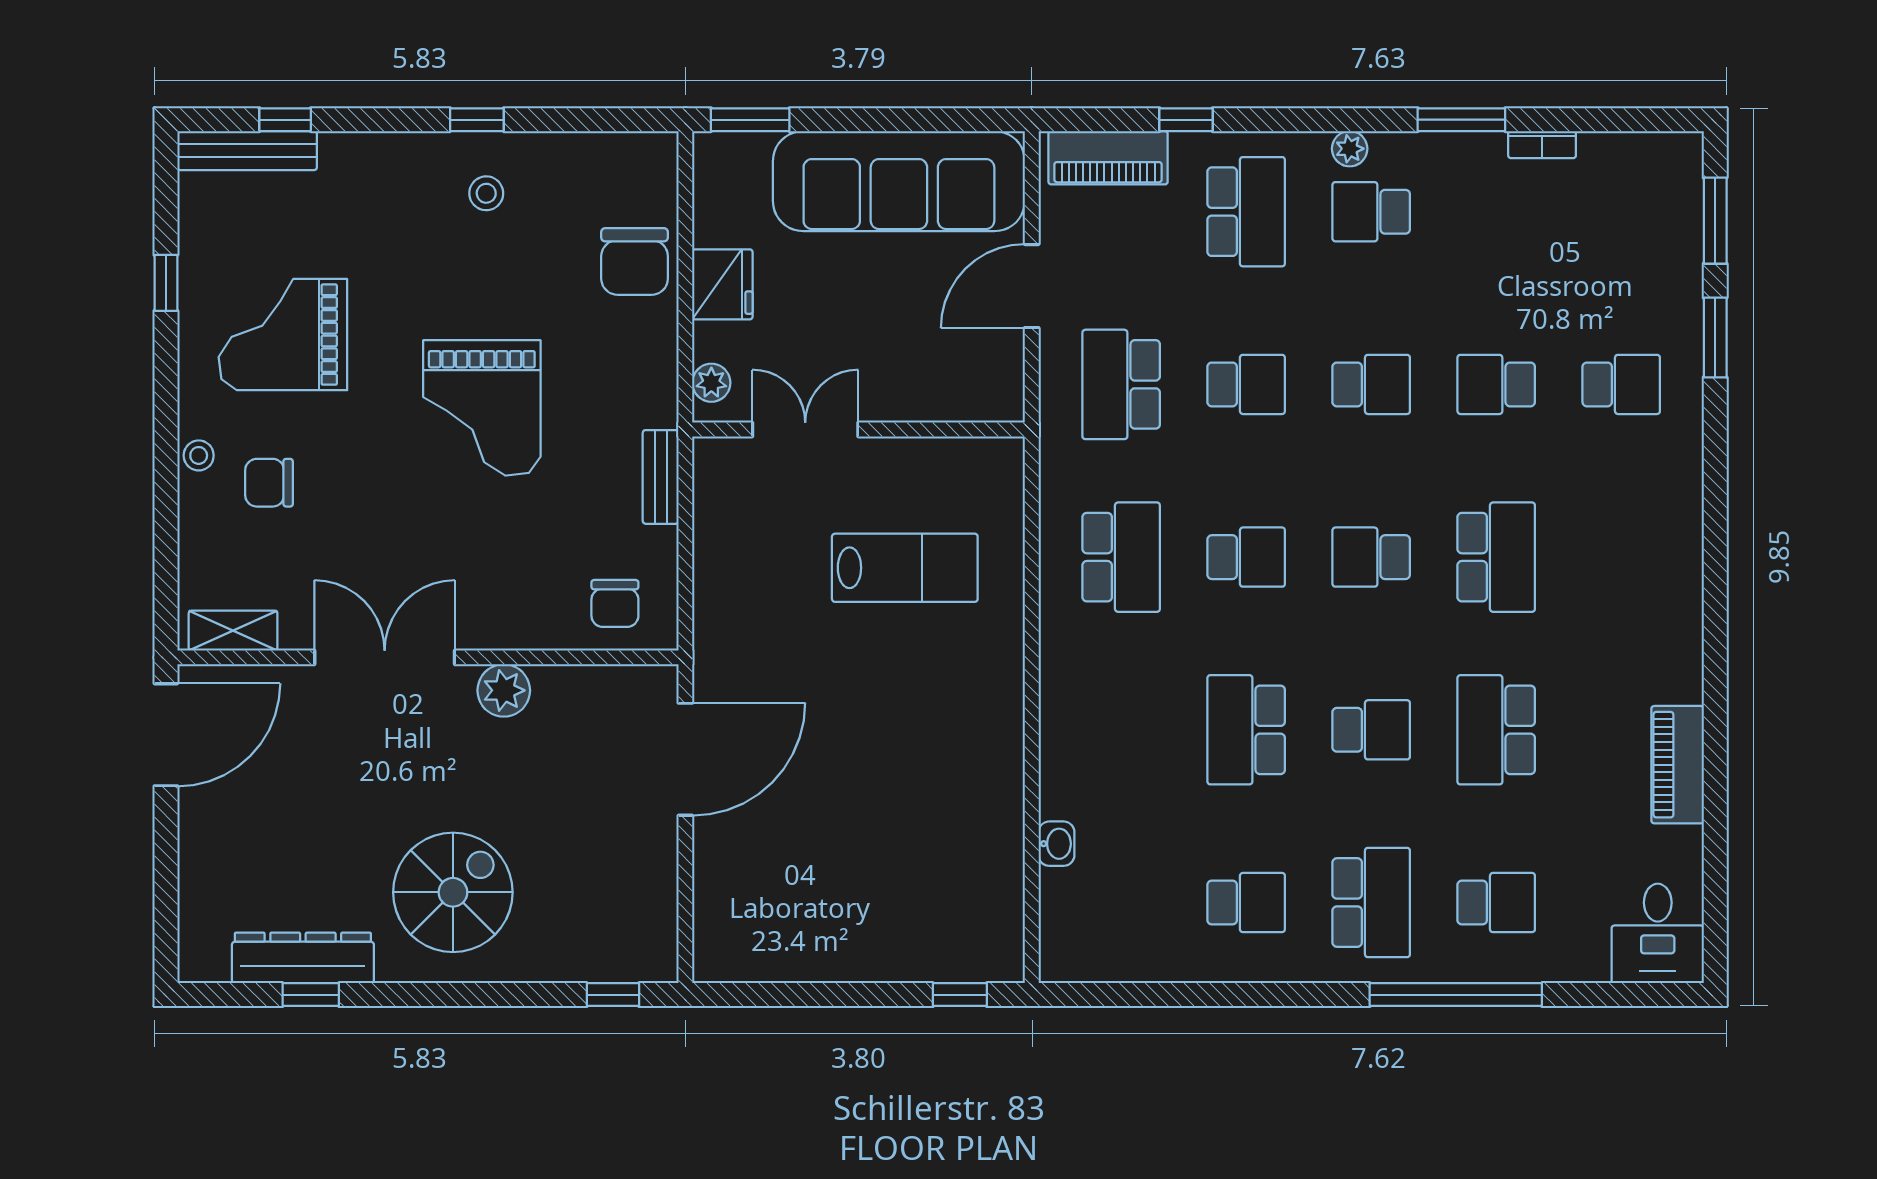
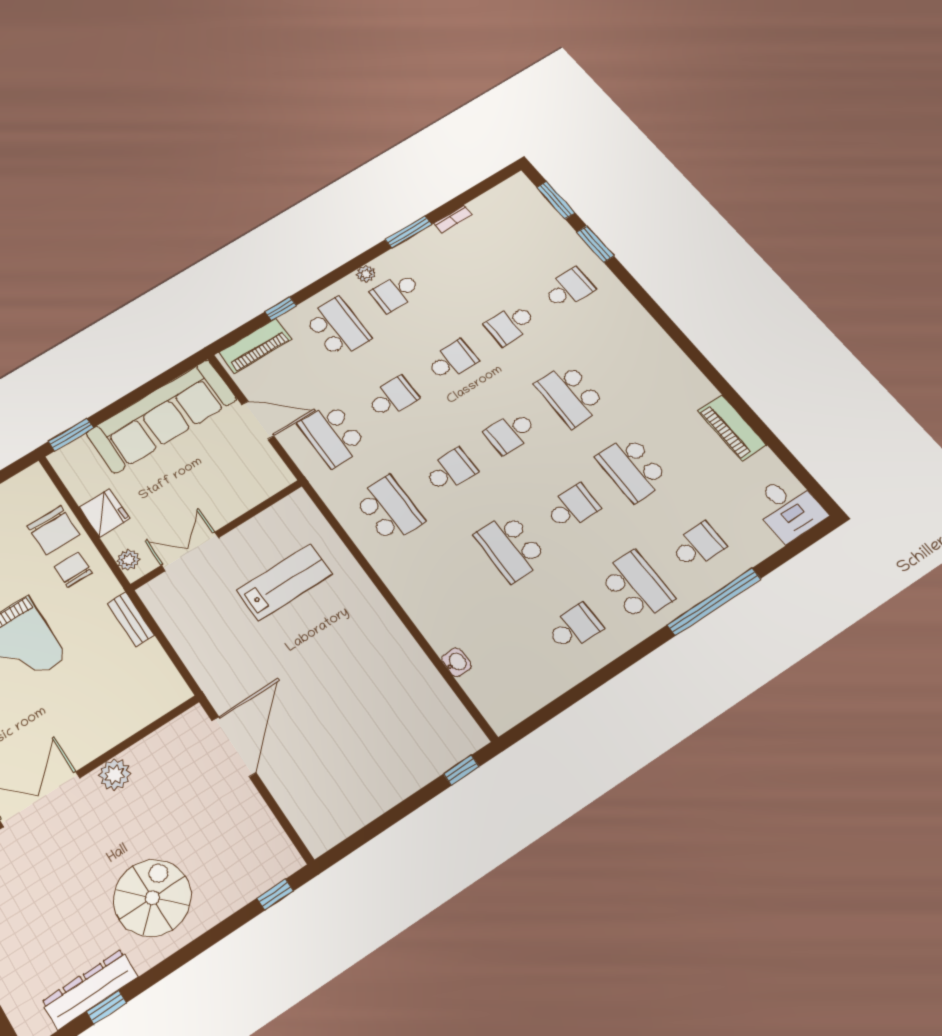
door: (1032, 286) -> (258, 420), swing flipped
school desk: (1496, 557) -> (570, 395), turned 180
chair: (615, 603) -> (73, 569), moved, turned 180

